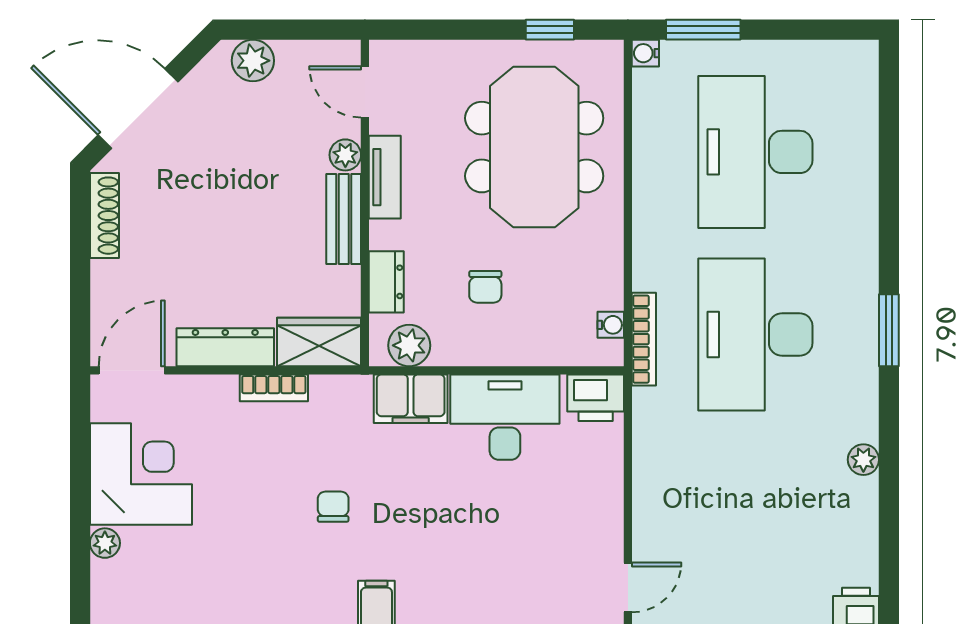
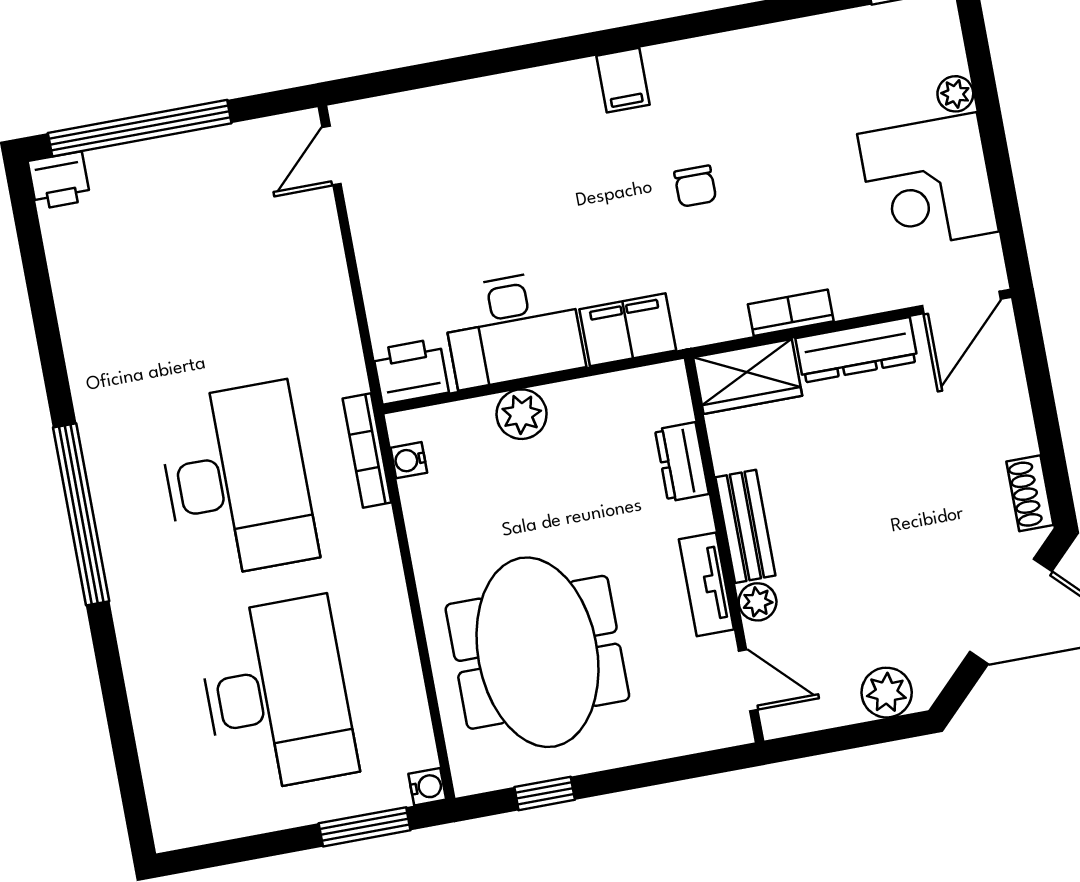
shoe rack: (104, 216) -> (1030, 493), width x0.70
chair: (485, 287) -> (564, 477), removed
window: (889, 330) -> (81, 514), width x2.11
plant: (409, 345) -> (522, 414), moved
plant: (863, 460) -> (83, 357), removed

